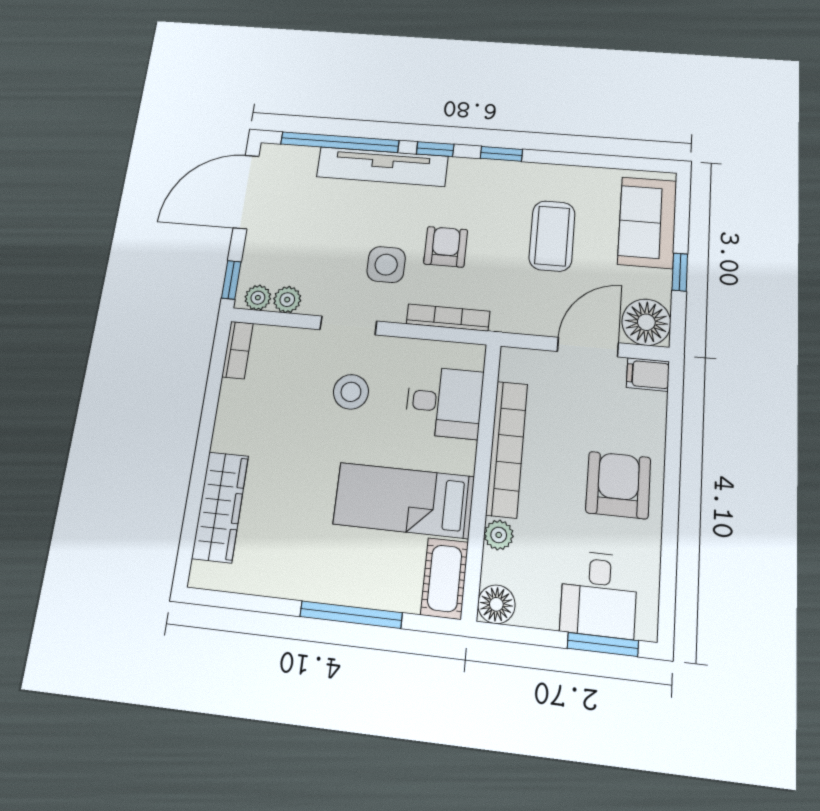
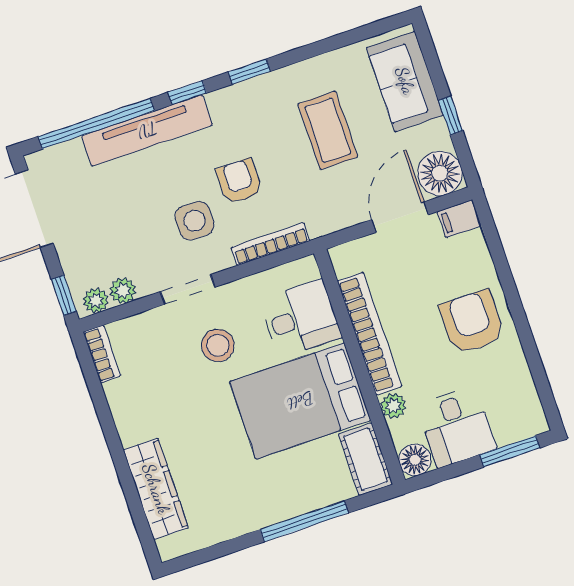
bed: (404, 500) -> (300, 401), width x1.50
desk: (599, 594) -> (457, 427), moved

